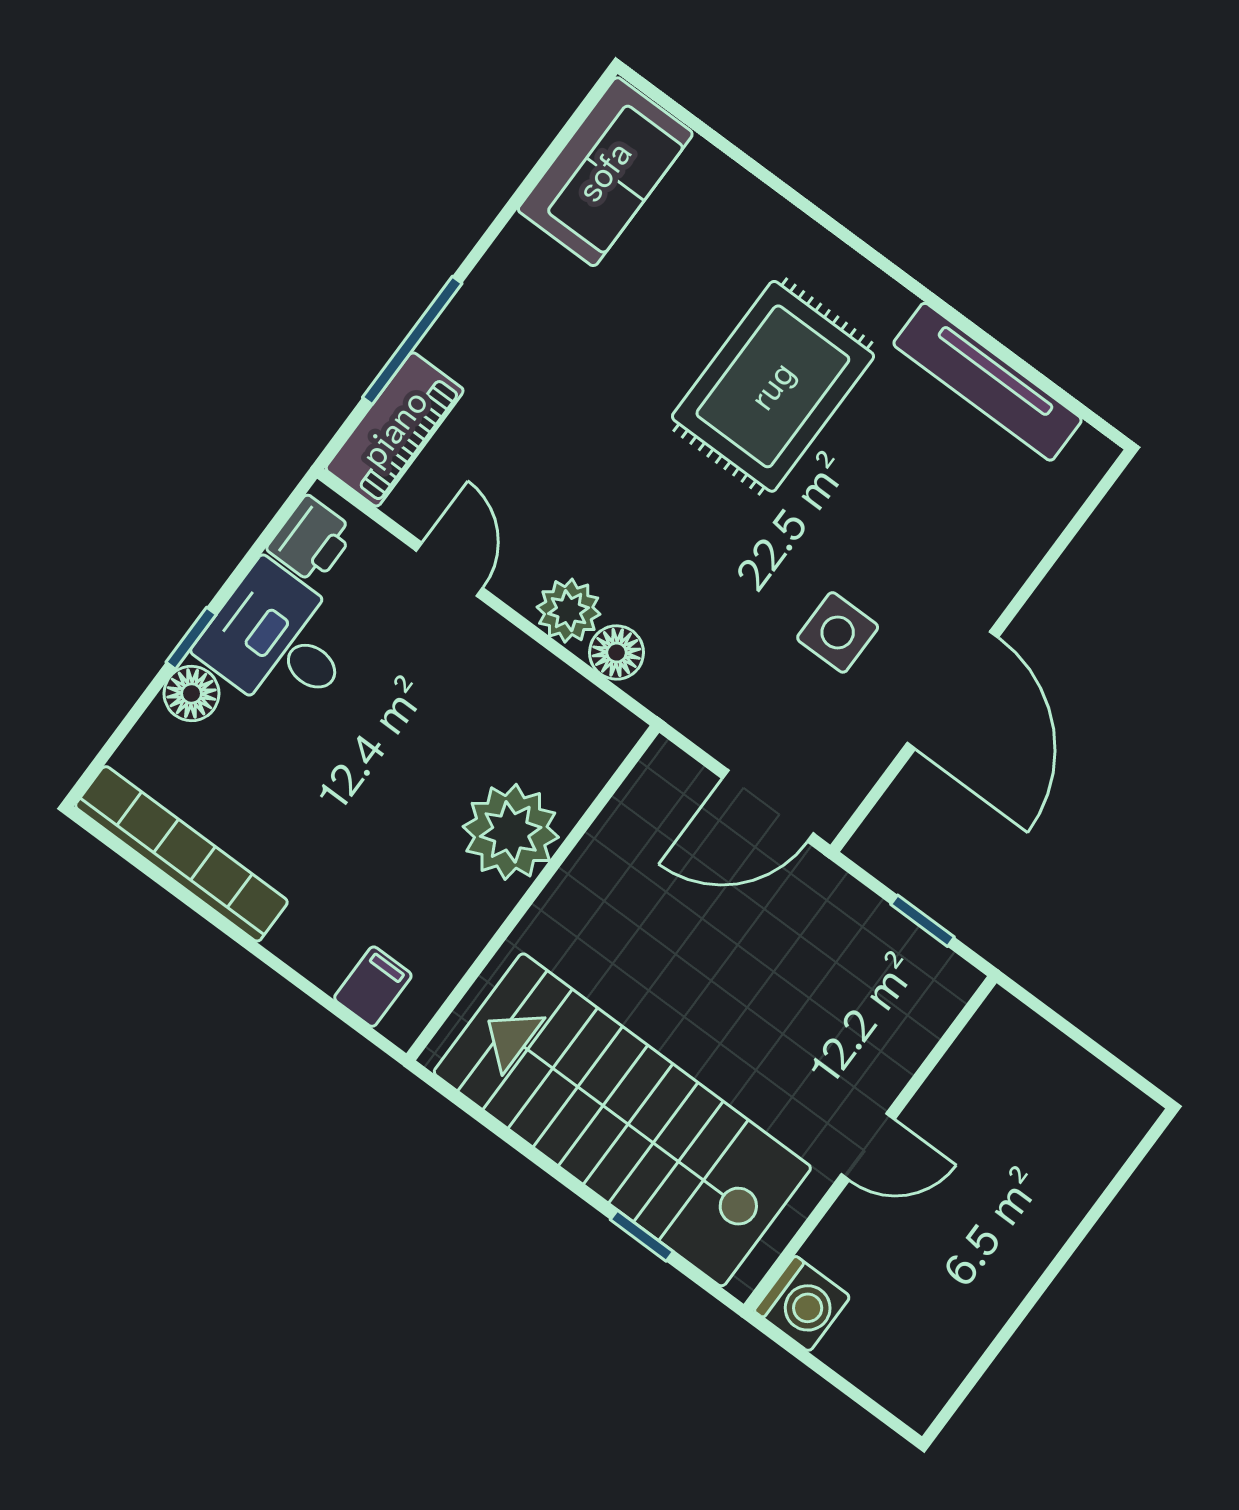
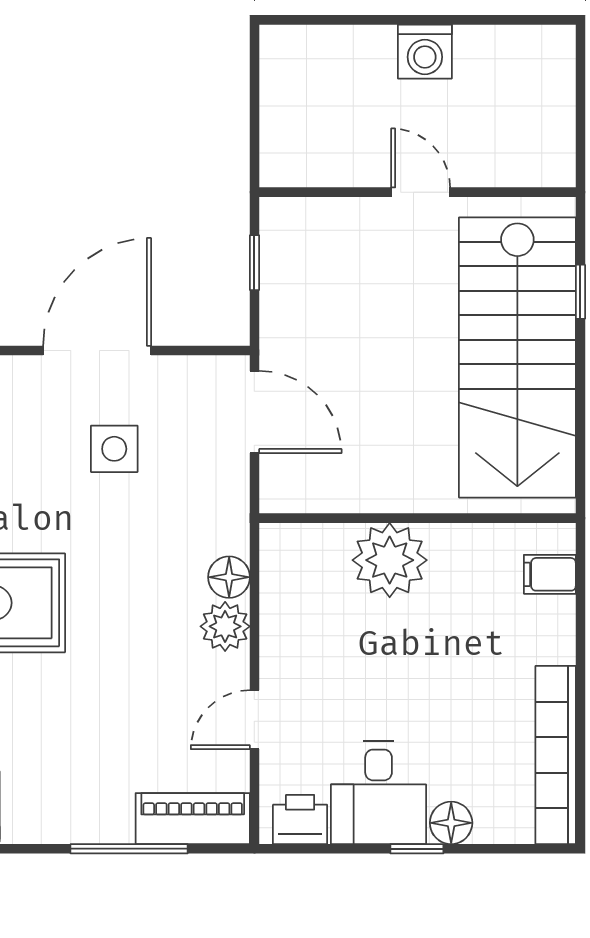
washing machine: (802, 1304) -> (425, 52), moved, turned 180

